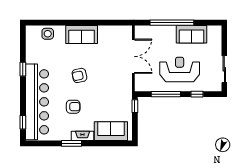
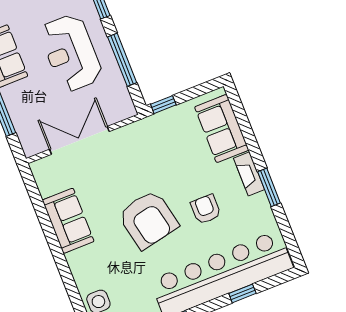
sofa: (82, 35) -> (68, 221), moved
armchair: (79, 75) -> (148, 220), width x1.88, depth x1.88
window: (23, 122) -> (242, 293), moved

